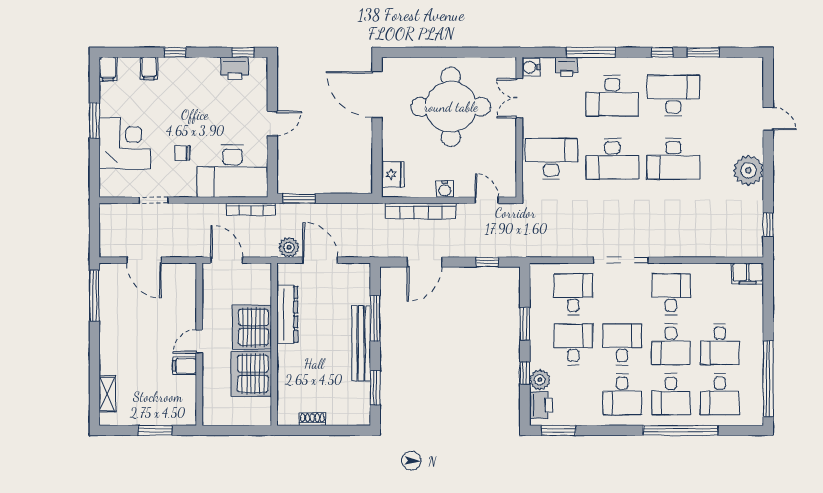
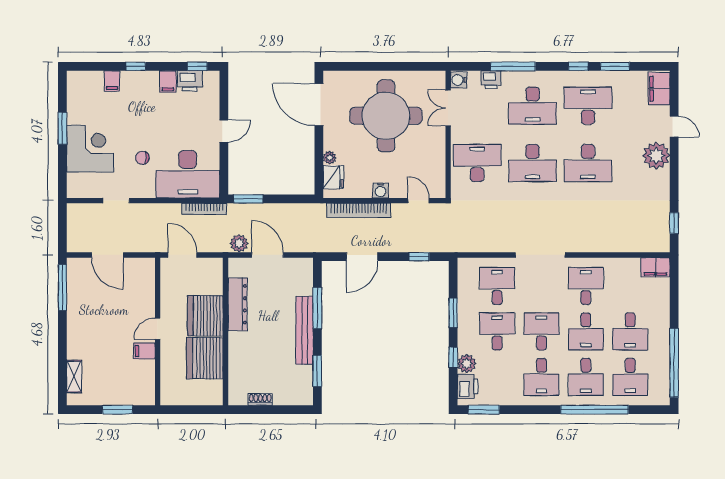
filing cabinet: (108, 69) -> (168, 81), moved
filing cabinet: (752, 77) -> (659, 89), added
plant: (389, 153) -> (330, 158), added
plant: (748, 170) -> (656, 156), moved

